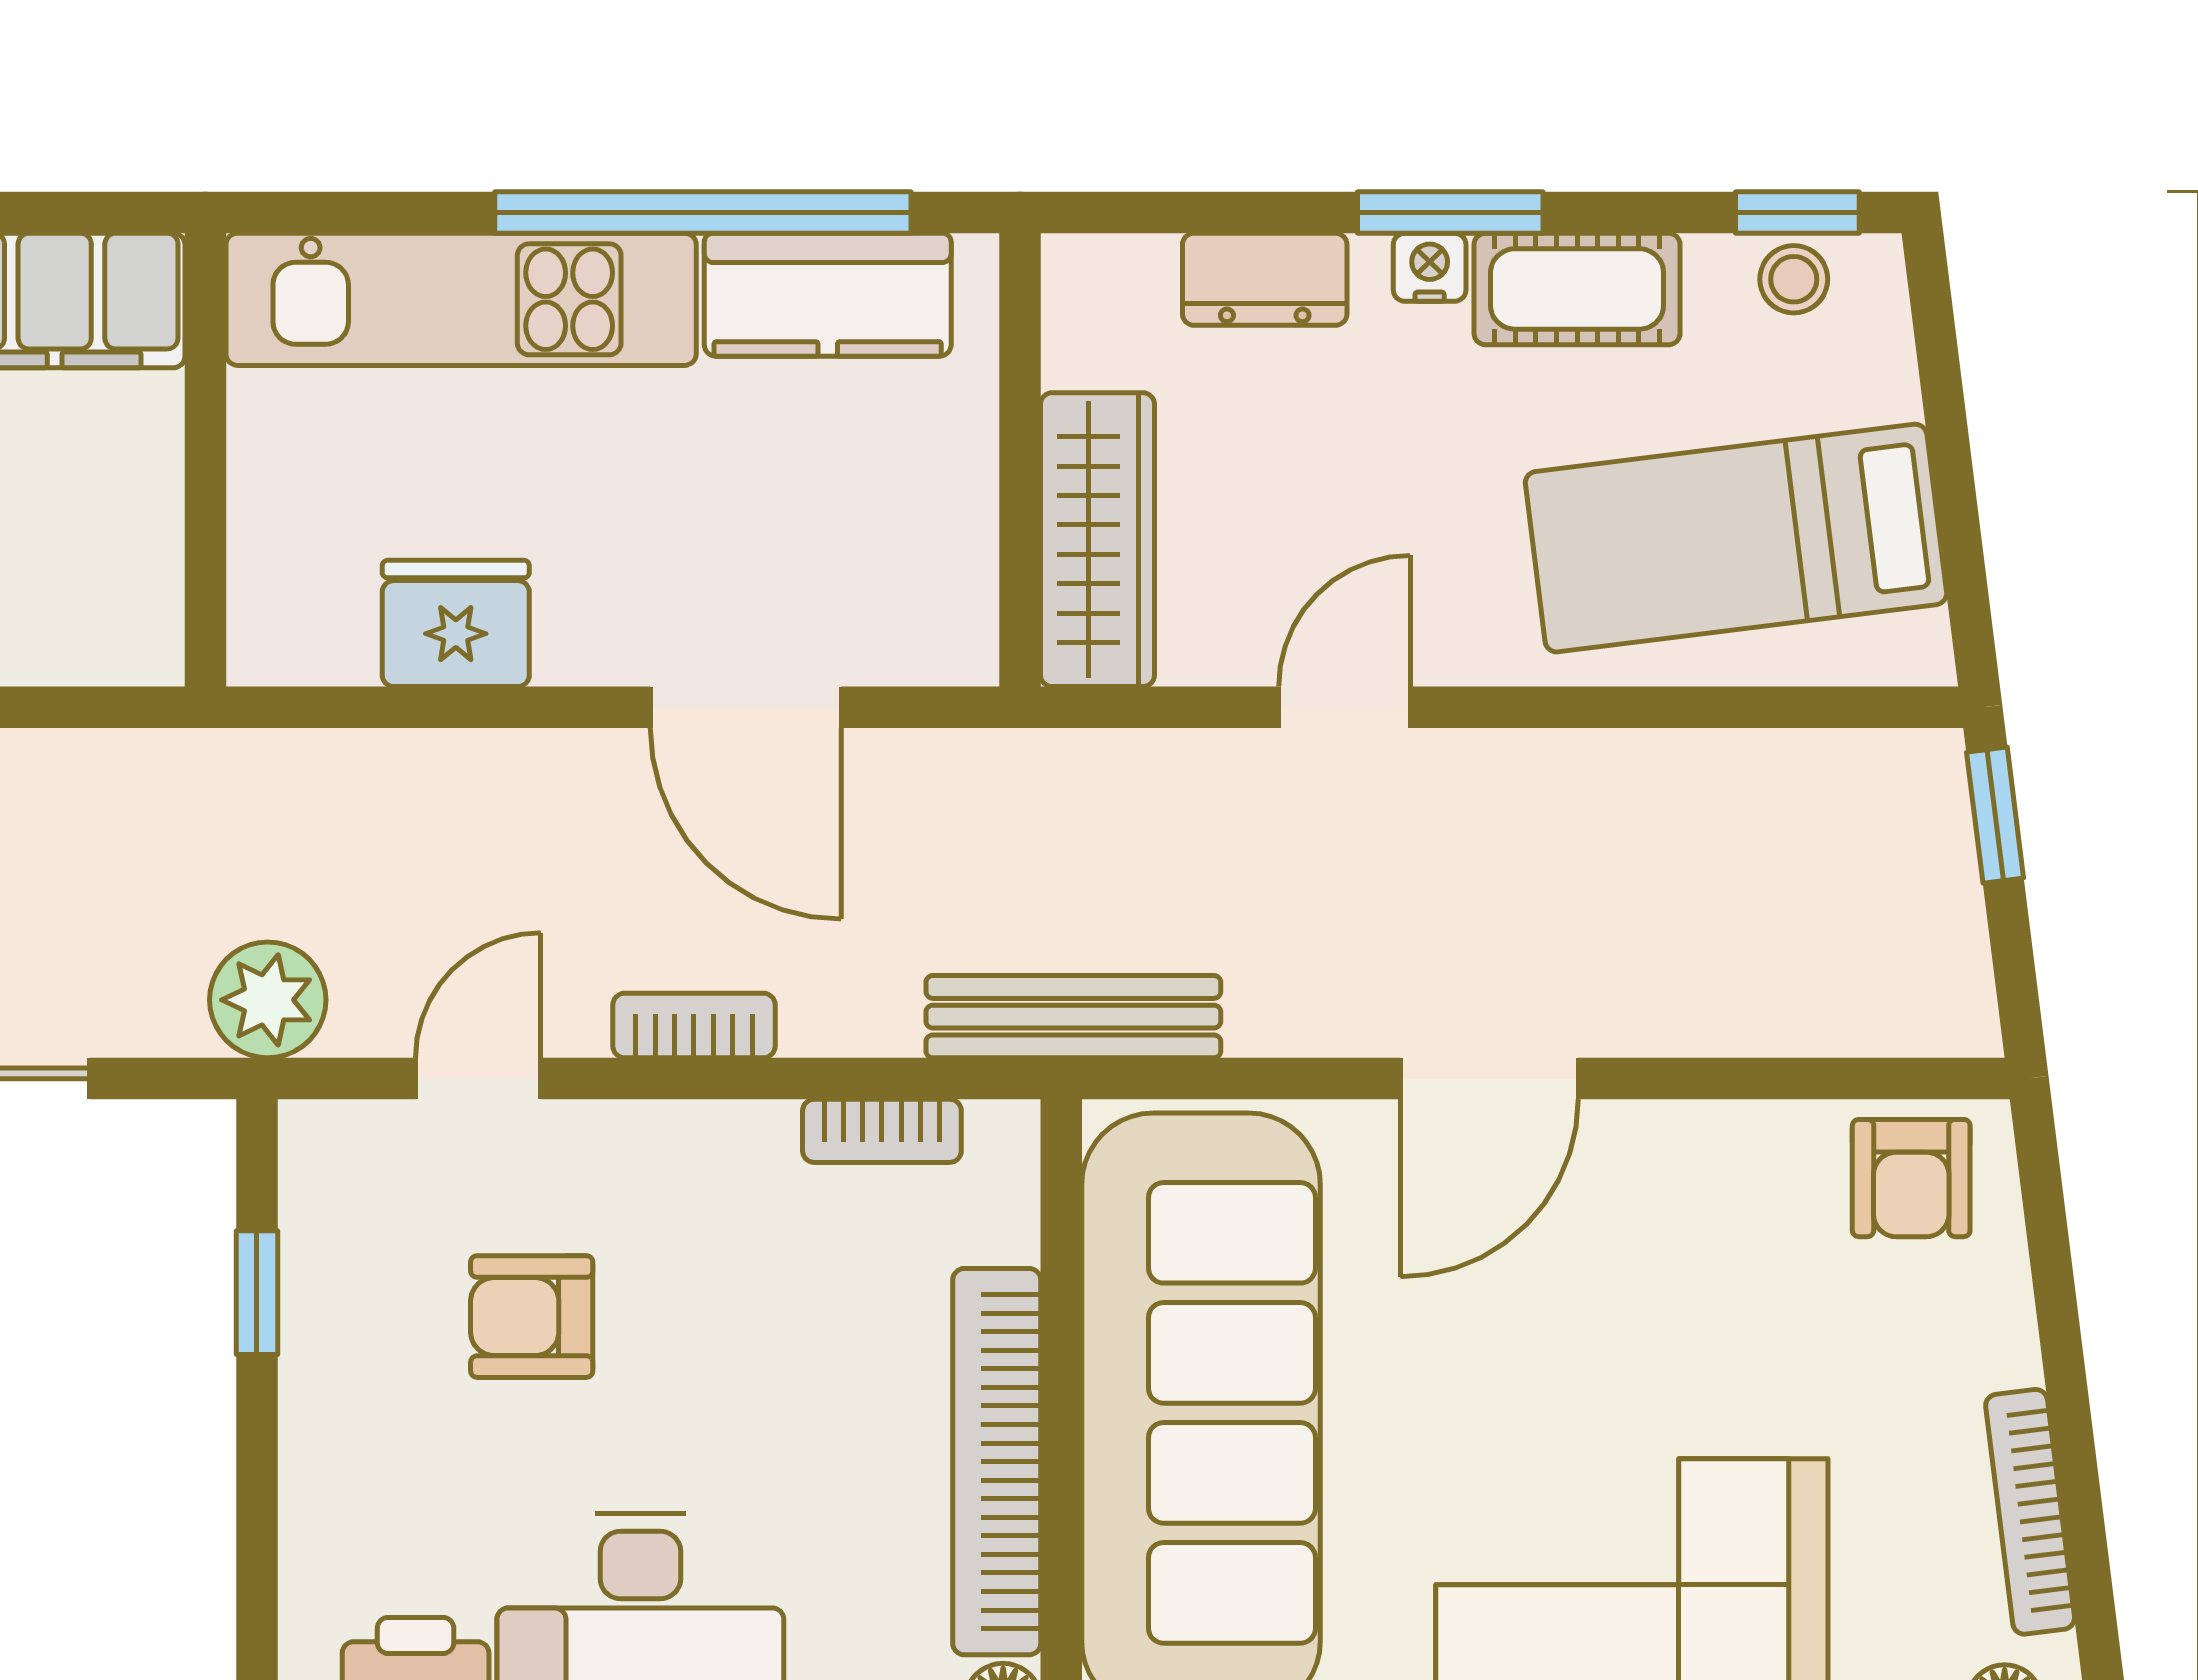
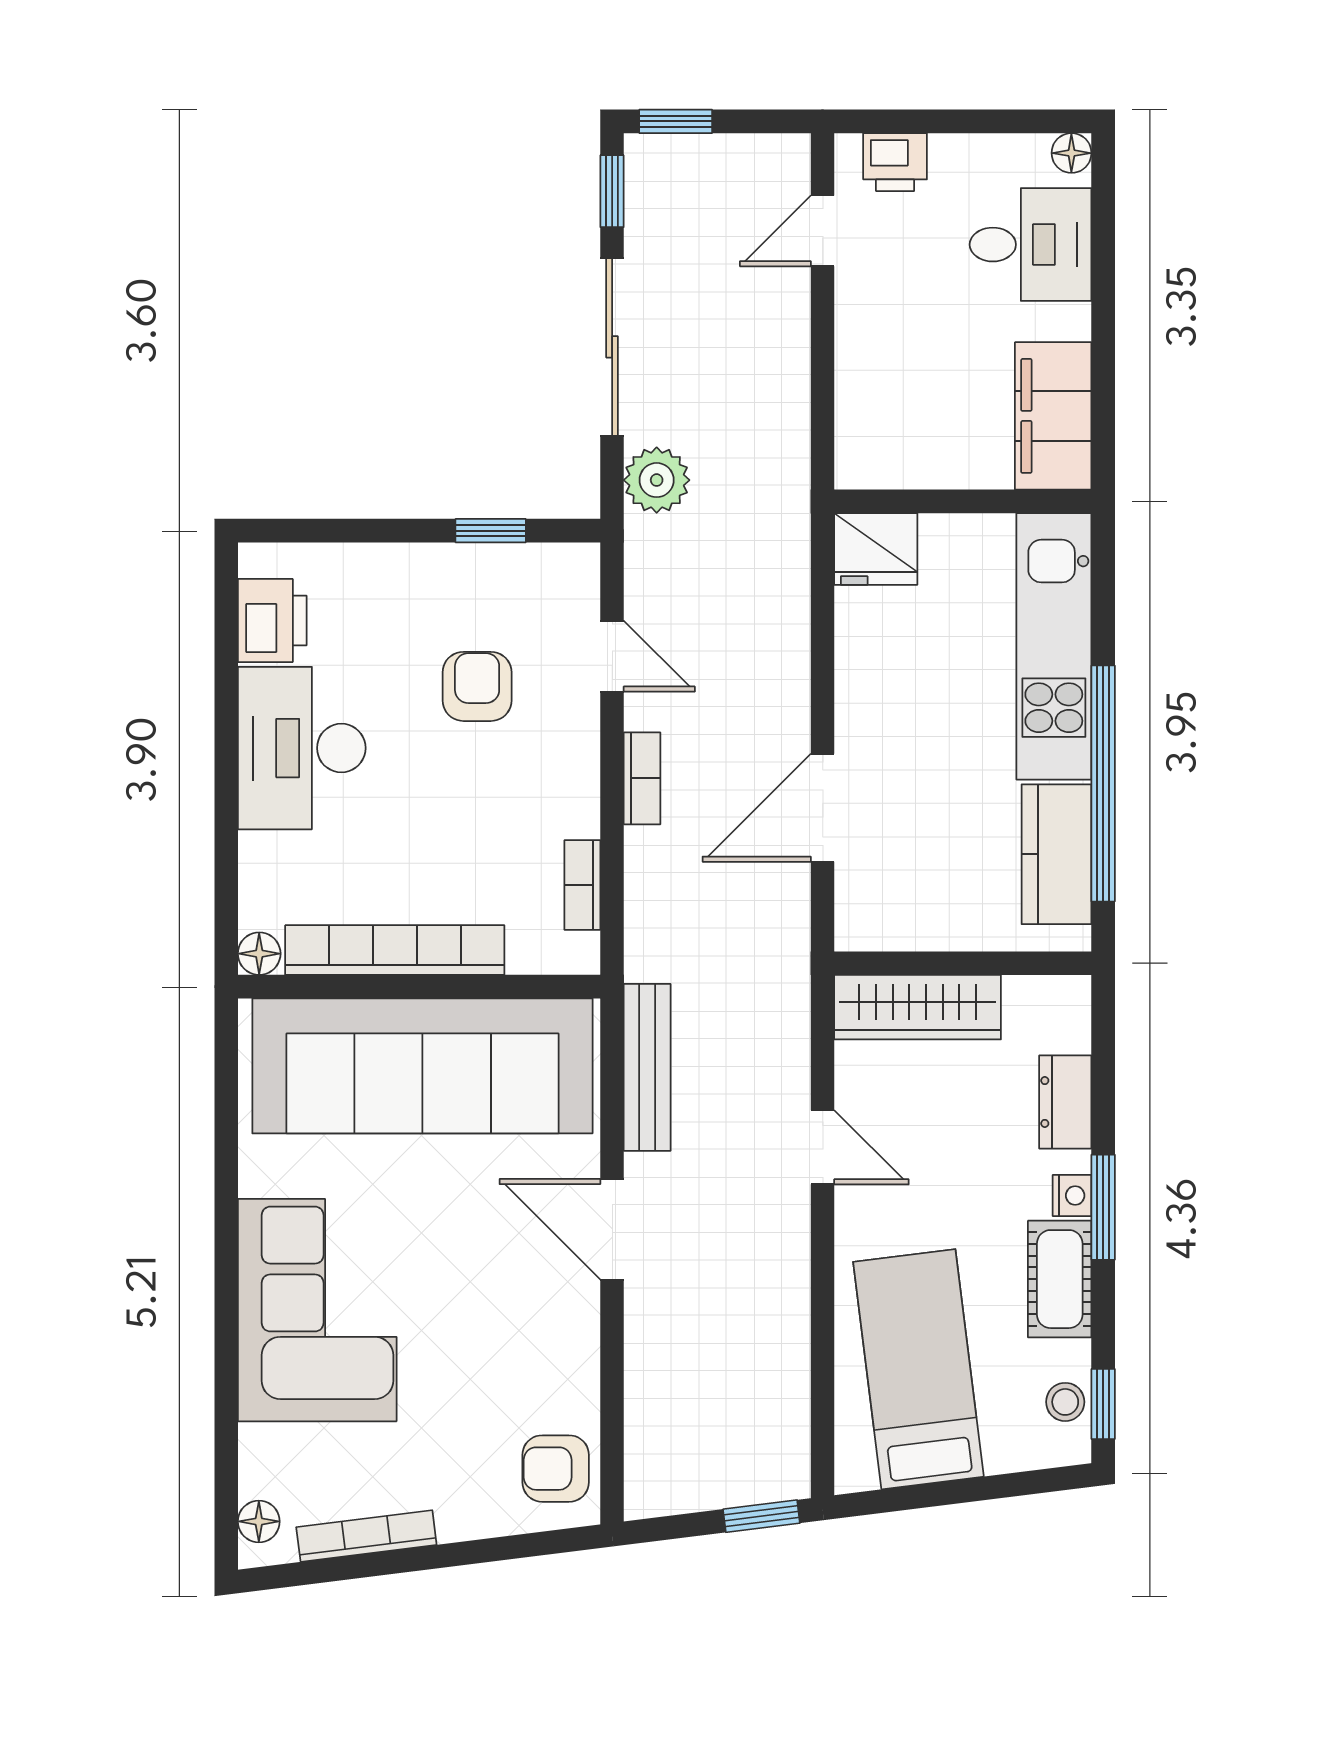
fridge: (456, 623) -> (876, 549), moved, turned 90
plant: (268, 1000) -> (657, 480), moved
bench: (1073, 1017) -> (647, 1067), moved

